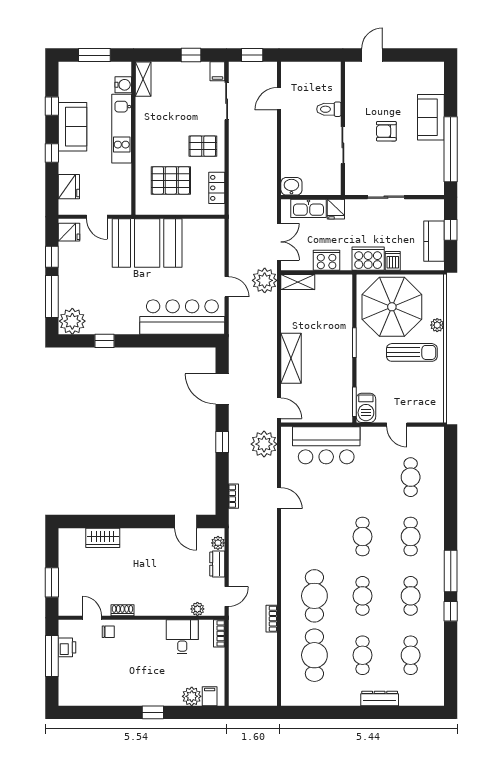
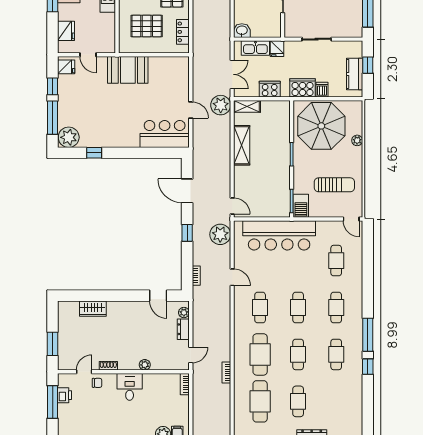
booth: (147, 243) -> (128, 70), width x0.73, depth x0.70
bar counter: (182, 317) -> (165, 134), width x0.73
sun lounger: (412, 352) -> (334, 185), moved
shelving: (291, 358) -> (242, 145), moved
door: (397, 425) -> (351, 219), moved
bar counter: (326, 445) -> (279, 235), width x1.36
plant: (197, 609) -> (145, 365), moved
door: (92, 618) -> (84, 372), hinge flipped
desk: (182, 637) -> (130, 387), moved
cafe table: (411, 655) -> (260, 308), moved

